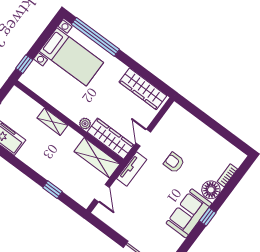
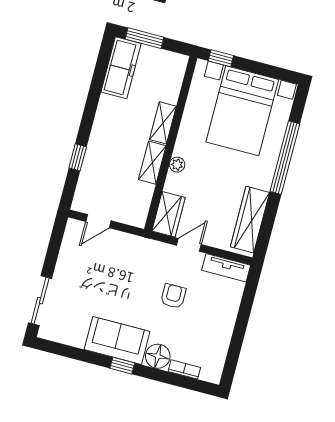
window: (95, 37) -> (285, 158), moved
bed with nightstands: (71, 57) -> (242, 111), width x1.36
wardrobe: (111, 139) -> (169, 214), width x0.67
shelving: (97, 158) -> (152, 163), moved, width x0.67, depth x0.75
tv unit: (132, 169) -> (226, 268), moved

